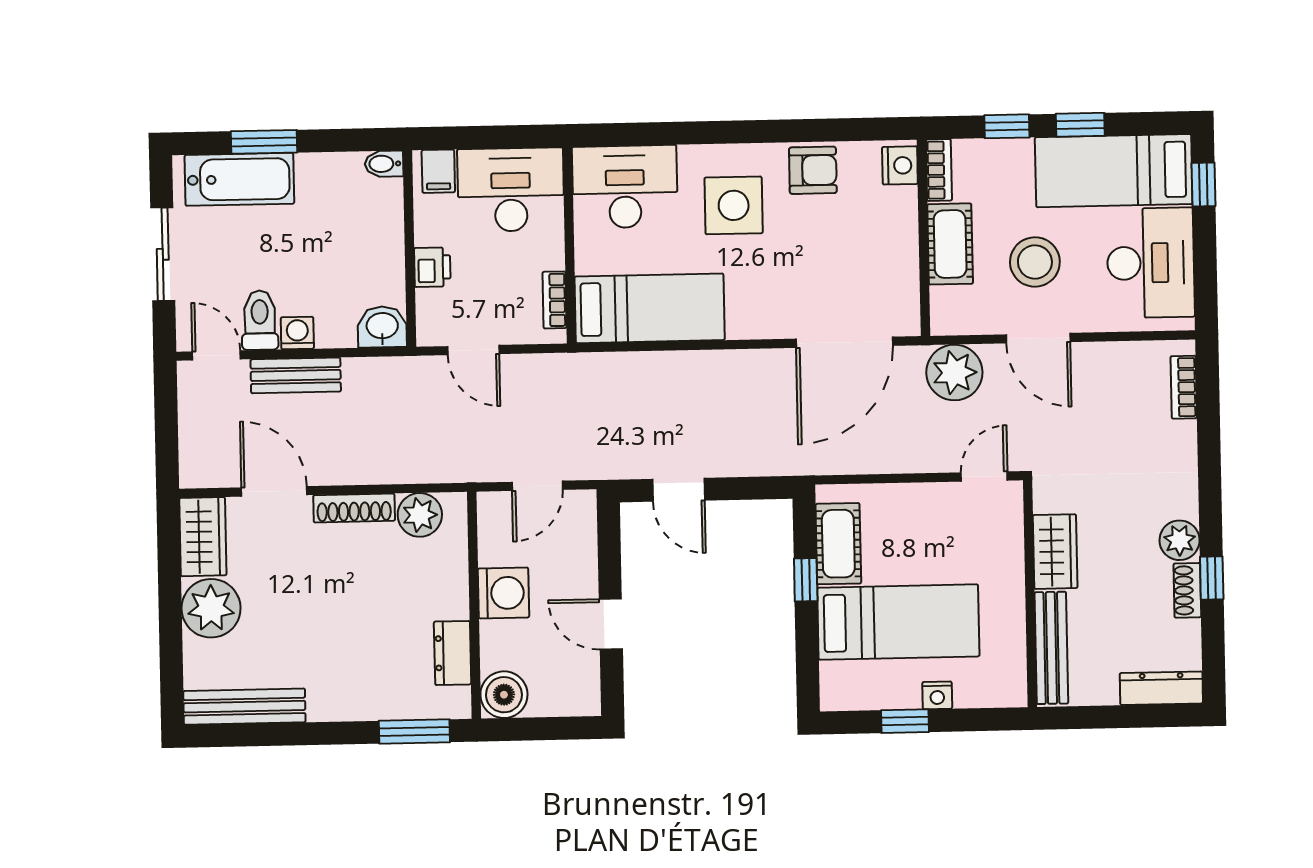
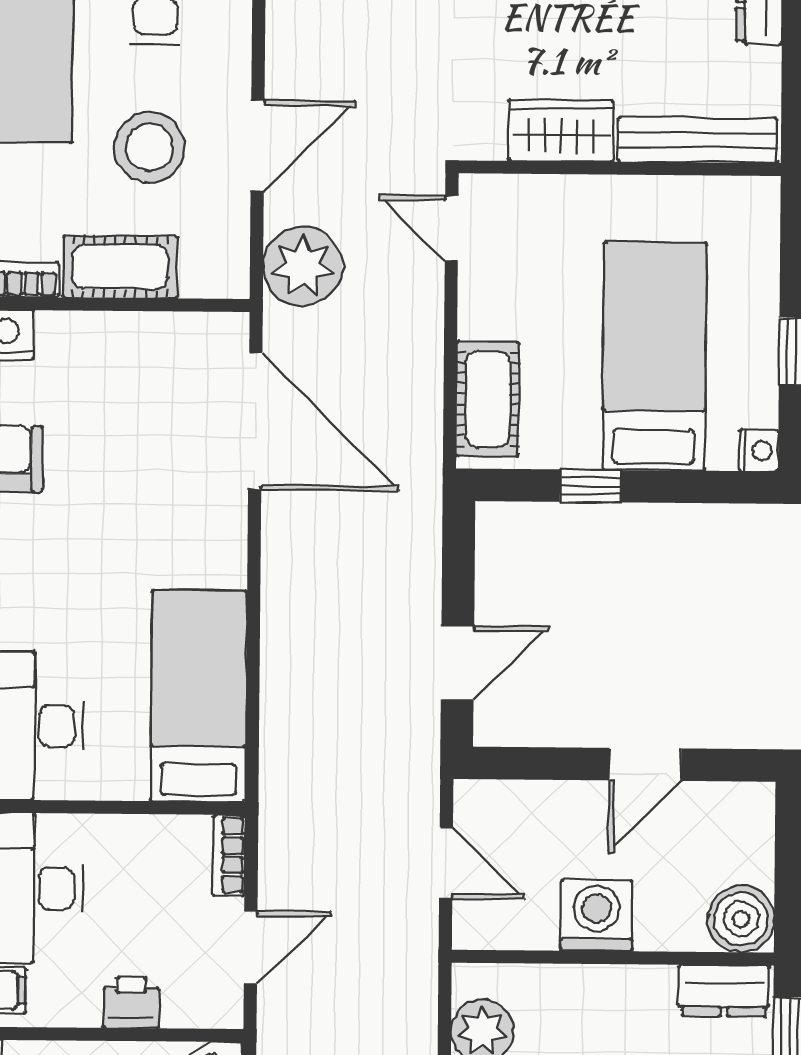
side table: (734, 205) -> (56, 573), removed
bookcase: (555, 300) -> (229, 855), moved, turned 90
cot: (838, 544) -> (488, 399), moved, turned 90
dresser: (453, 653) -> (724, 991), moved
nightstand: (937, 695) -> (759, 451), moved

